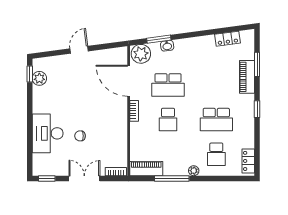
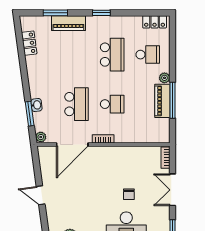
plant: (141, 54) -> (41, 137), width x0.53, depth x0.53
piano: (146, 169) -> (162, 101), moved

